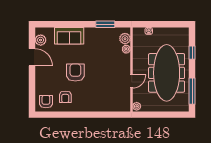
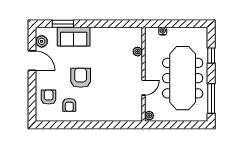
window: (105, 24) -> (63, 24), moved
plant: (125, 39) -> (136, 40), removed
armchair: (46, 102) -> (49, 97), moved

